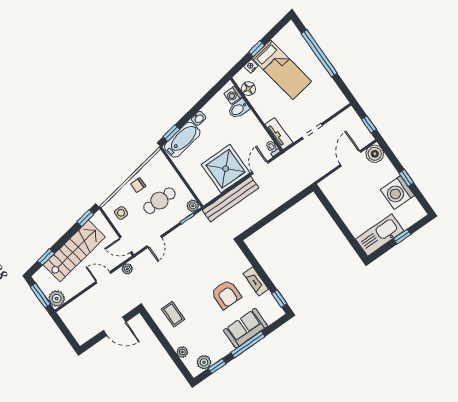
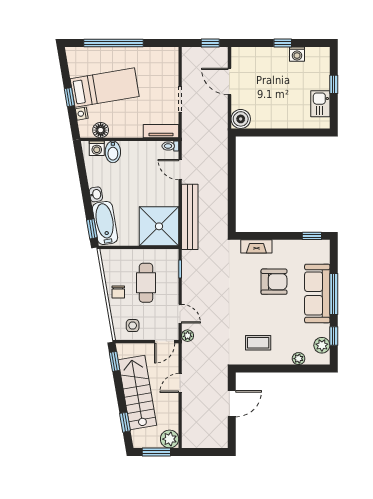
boiler: (375, 154) -> (241, 119), moved
shower: (226, 169) -> (159, 226), moved
washing machine: (397, 193) -> (297, 54), width x0.53, depth x0.53
plant: (193, 206) -> (172, 256), removed
kitchen sink: (380, 235) -> (320, 104), width x0.53, depth x0.81
plant: (127, 269) -> (188, 336), moved
fireplace: (256, 281) -> (256, 246), moved
sofa: (246, 328) -> (317, 293), width x1.36

